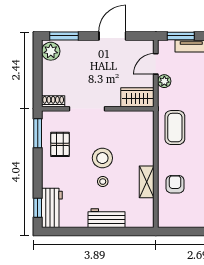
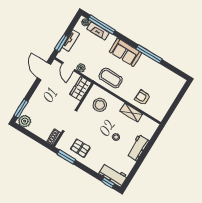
door: (112, 36) -> (44, 71), moved
stool: (102, 158) -> (100, 105), moved

